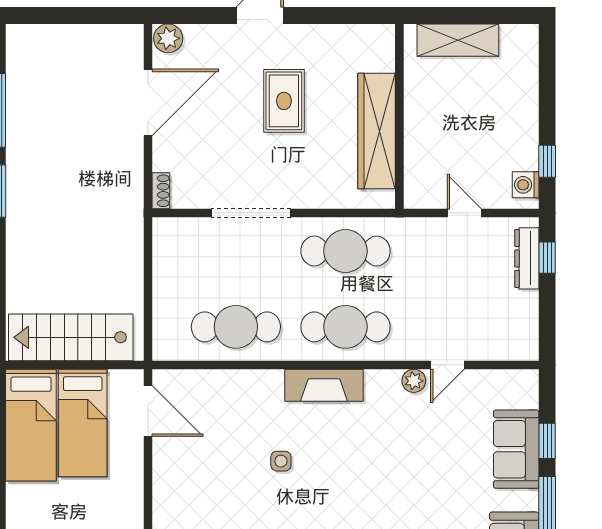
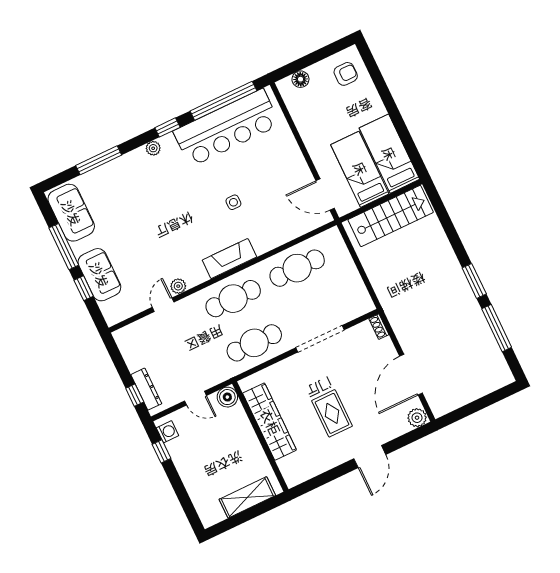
boiler: (419, 193) -> (227, 397), added

